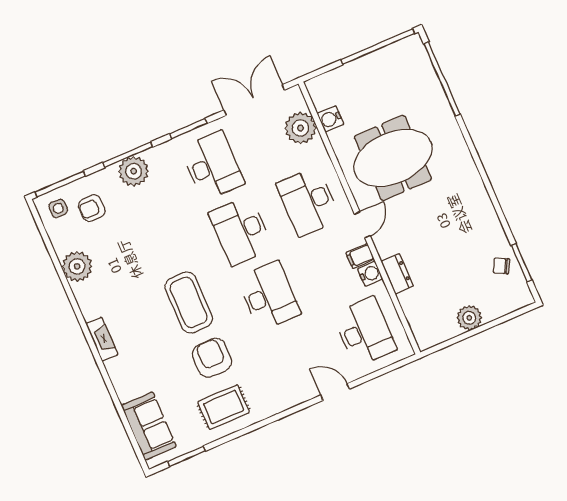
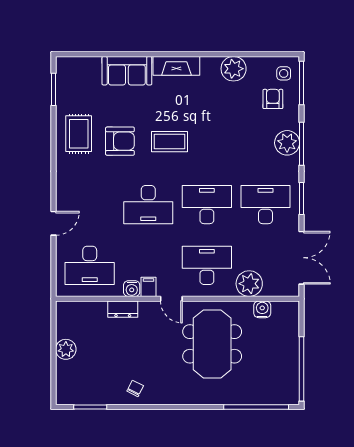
plant: (300, 128) -> (249, 284), moved
desk: (213, 166) -> (265, 205), turned 180
chair: (501, 266) -> (135, 388), moved
coffee table: (189, 302) -> (170, 142), width x0.73, depth x0.76
fireplace: (102, 339) -> (176, 66), width x1.37, depth x1.32
sofa: (149, 426) -> (127, 71), moved

